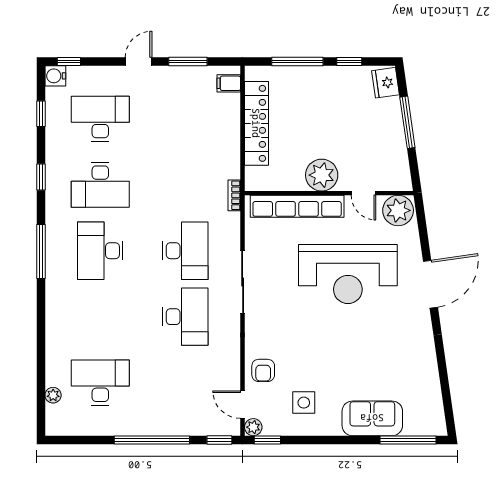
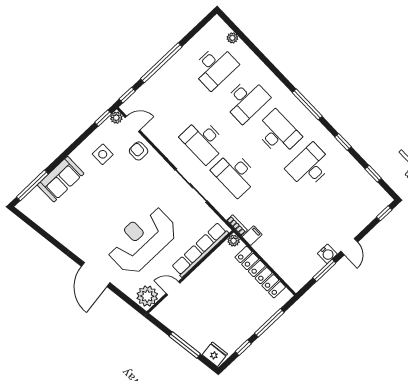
water cooler: (55, 76) -> (327, 254), moved, turned 90
filing cabinet: (229, 83) -> (252, 236), moved
desk: (100, 119) -> (246, 100), moved
plant: (322, 175) -> (234, 241), moved, width x0.53, depth x0.53

